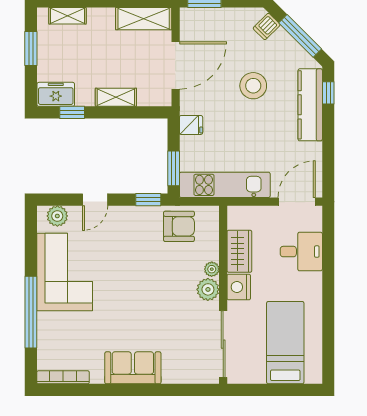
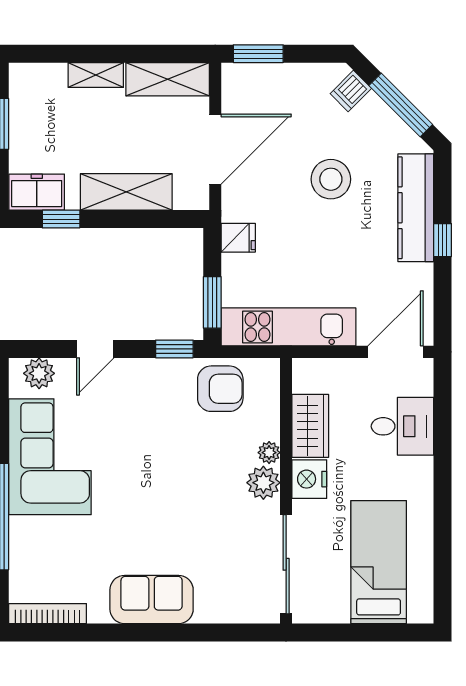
shelving: (67, 16) -> (96, 75), moved
window: (328, 93) -> (443, 240), moved
shelving: (116, 97) -> (126, 192), width x1.50, depth x1.33

